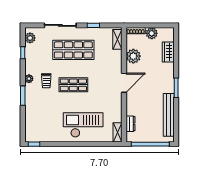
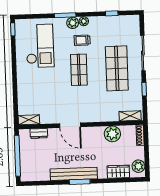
plant: (152, 33) -> (138, 166), moved
plant: (30, 38) -> (73, 23), moved
door: (124, 83) -> (70, 125), moved
bench: (169, 115) -> (74, 174), moved
checkout: (83, 125) -> (40, 46), moved

